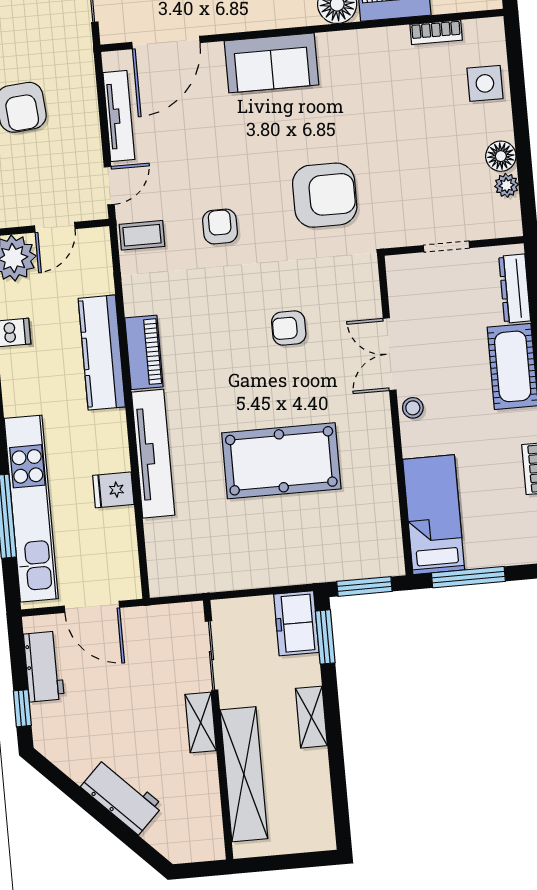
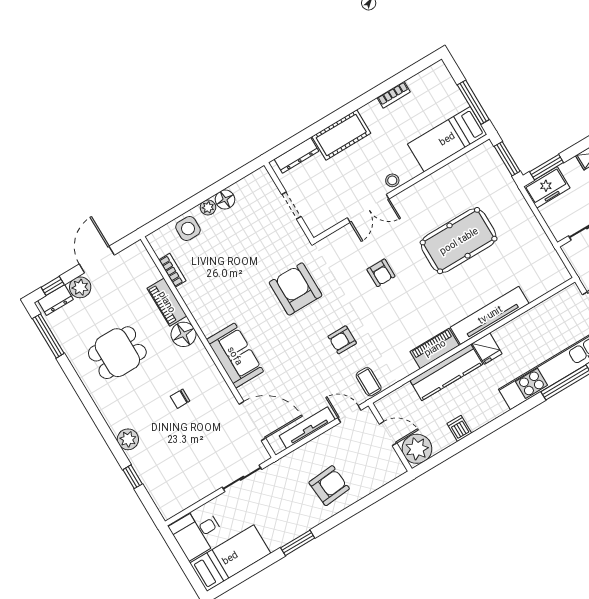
plant: (507, 185) -> (208, 207), moved
pool table: (281, 461) -> (459, 241), turned 90
fridge: (113, 490) -> (487, 349), moved

